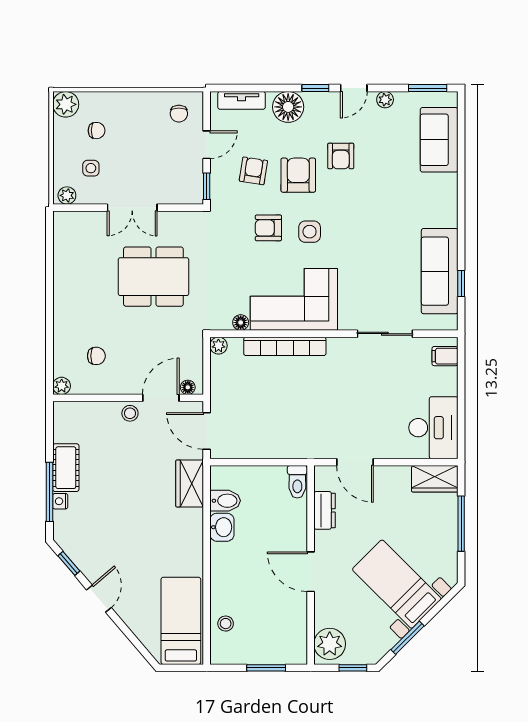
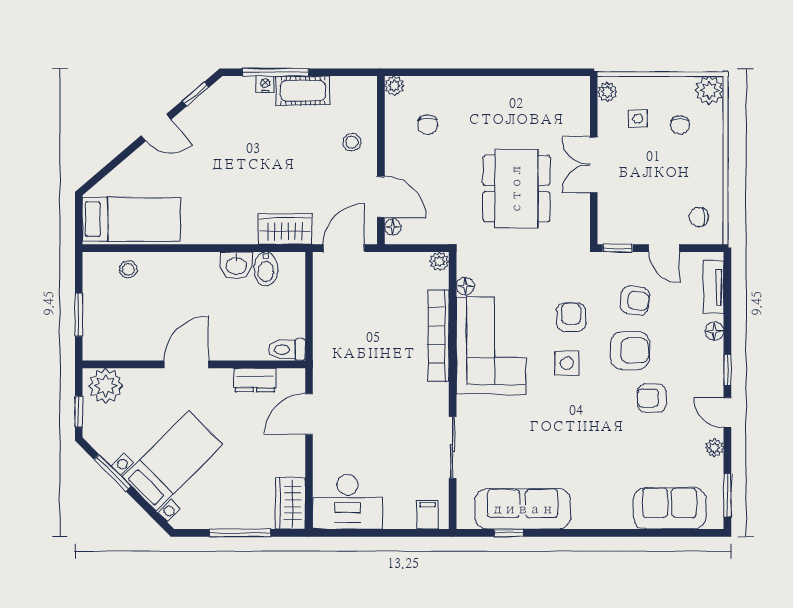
floor lamp: (288, 107) -> (715, 331), width x0.53, depth x0.53
stool: (130, 413) -> (352, 142), moved

